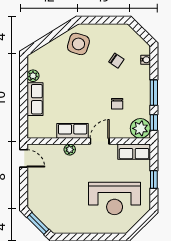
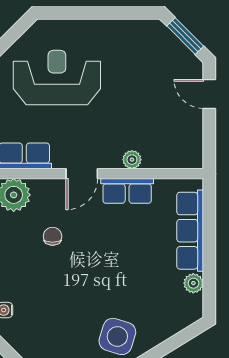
chair: (116, 61) -> (54, 308), removed
row of seats: (35, 99) -> (190, 231), width x1.48
door: (24, 158) -> (209, 94), moved

